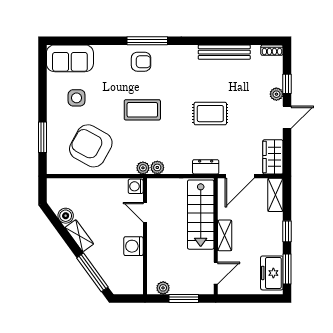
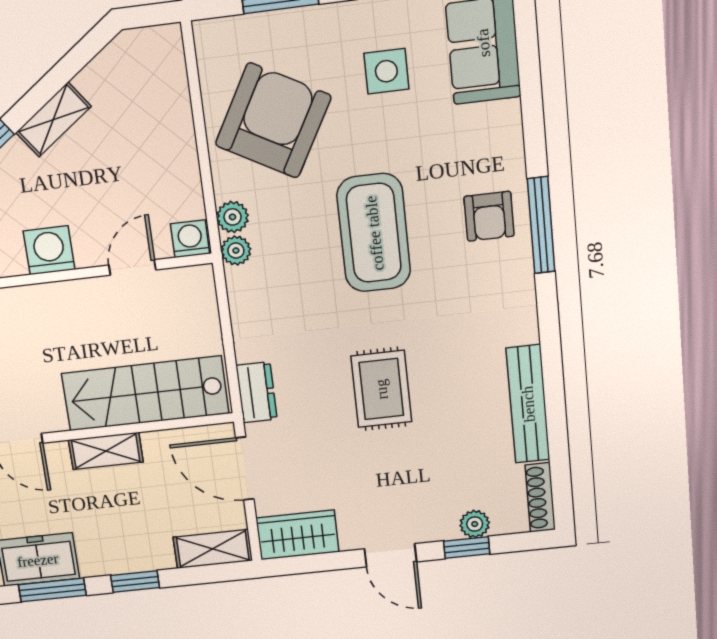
shoe rack: (272, 50) -> (540, 497), width x1.43
plant: (276, 94) -> (475, 524), moved
coffee table: (142, 110) -> (374, 233), width x1.36, depth x1.32
plant: (157, 167) -> (233, 217), moved
boiler: (66, 216) -> (96, 80), removed

